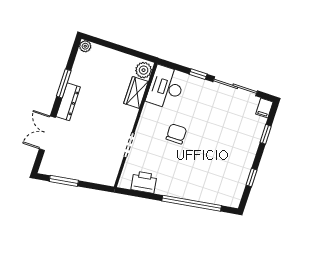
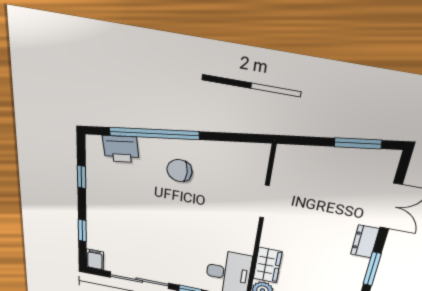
dresser: (68, 102) -> (365, 241), width x0.70
chair: (176, 134) -> (179, 171), moved, turned 90
printer: (144, 182) -> (121, 149), moved

